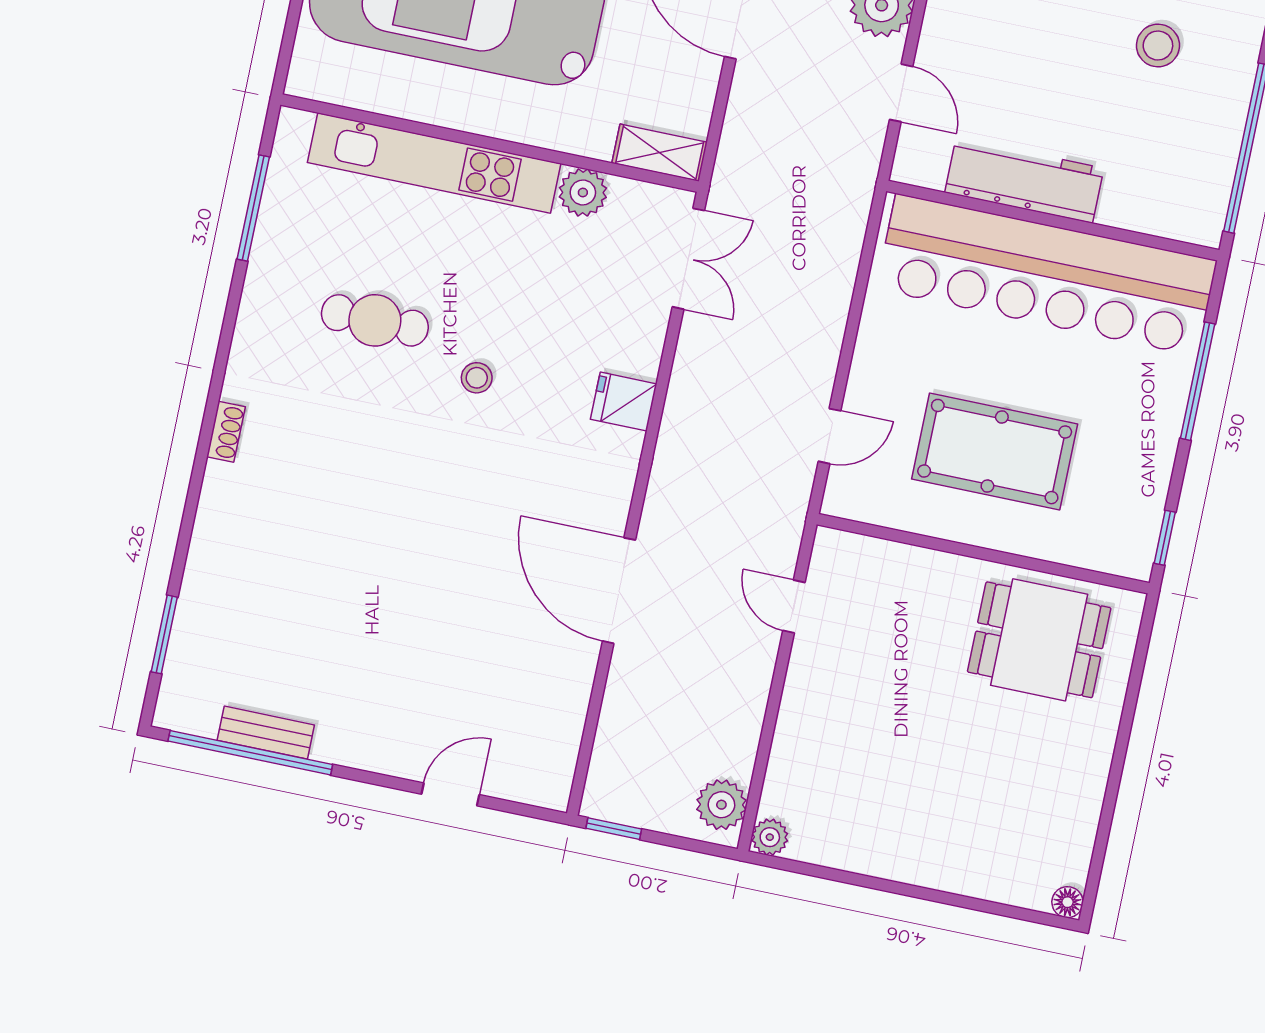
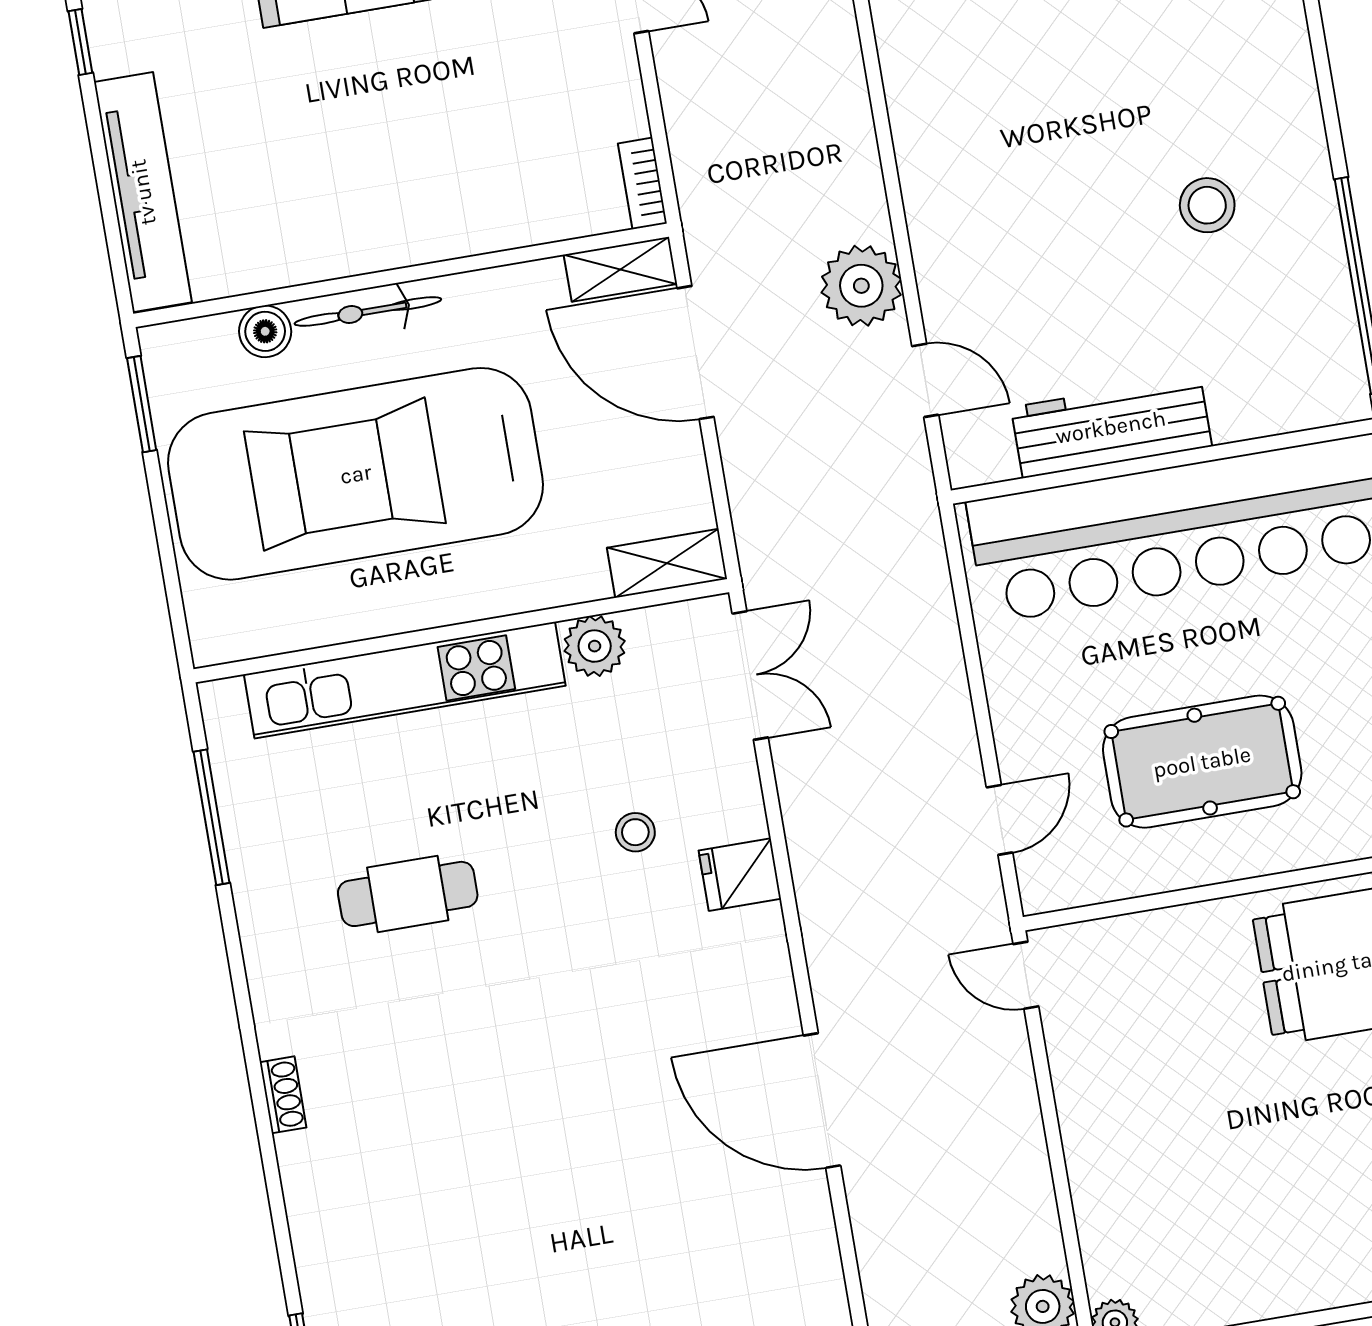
stool: (477, 378) -> (635, 832), moved
door: (794, 606) -> (1026, 975), moved

